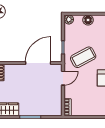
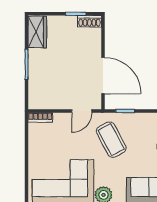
door: (63, 78) -> (82, 111), hinge flipped

